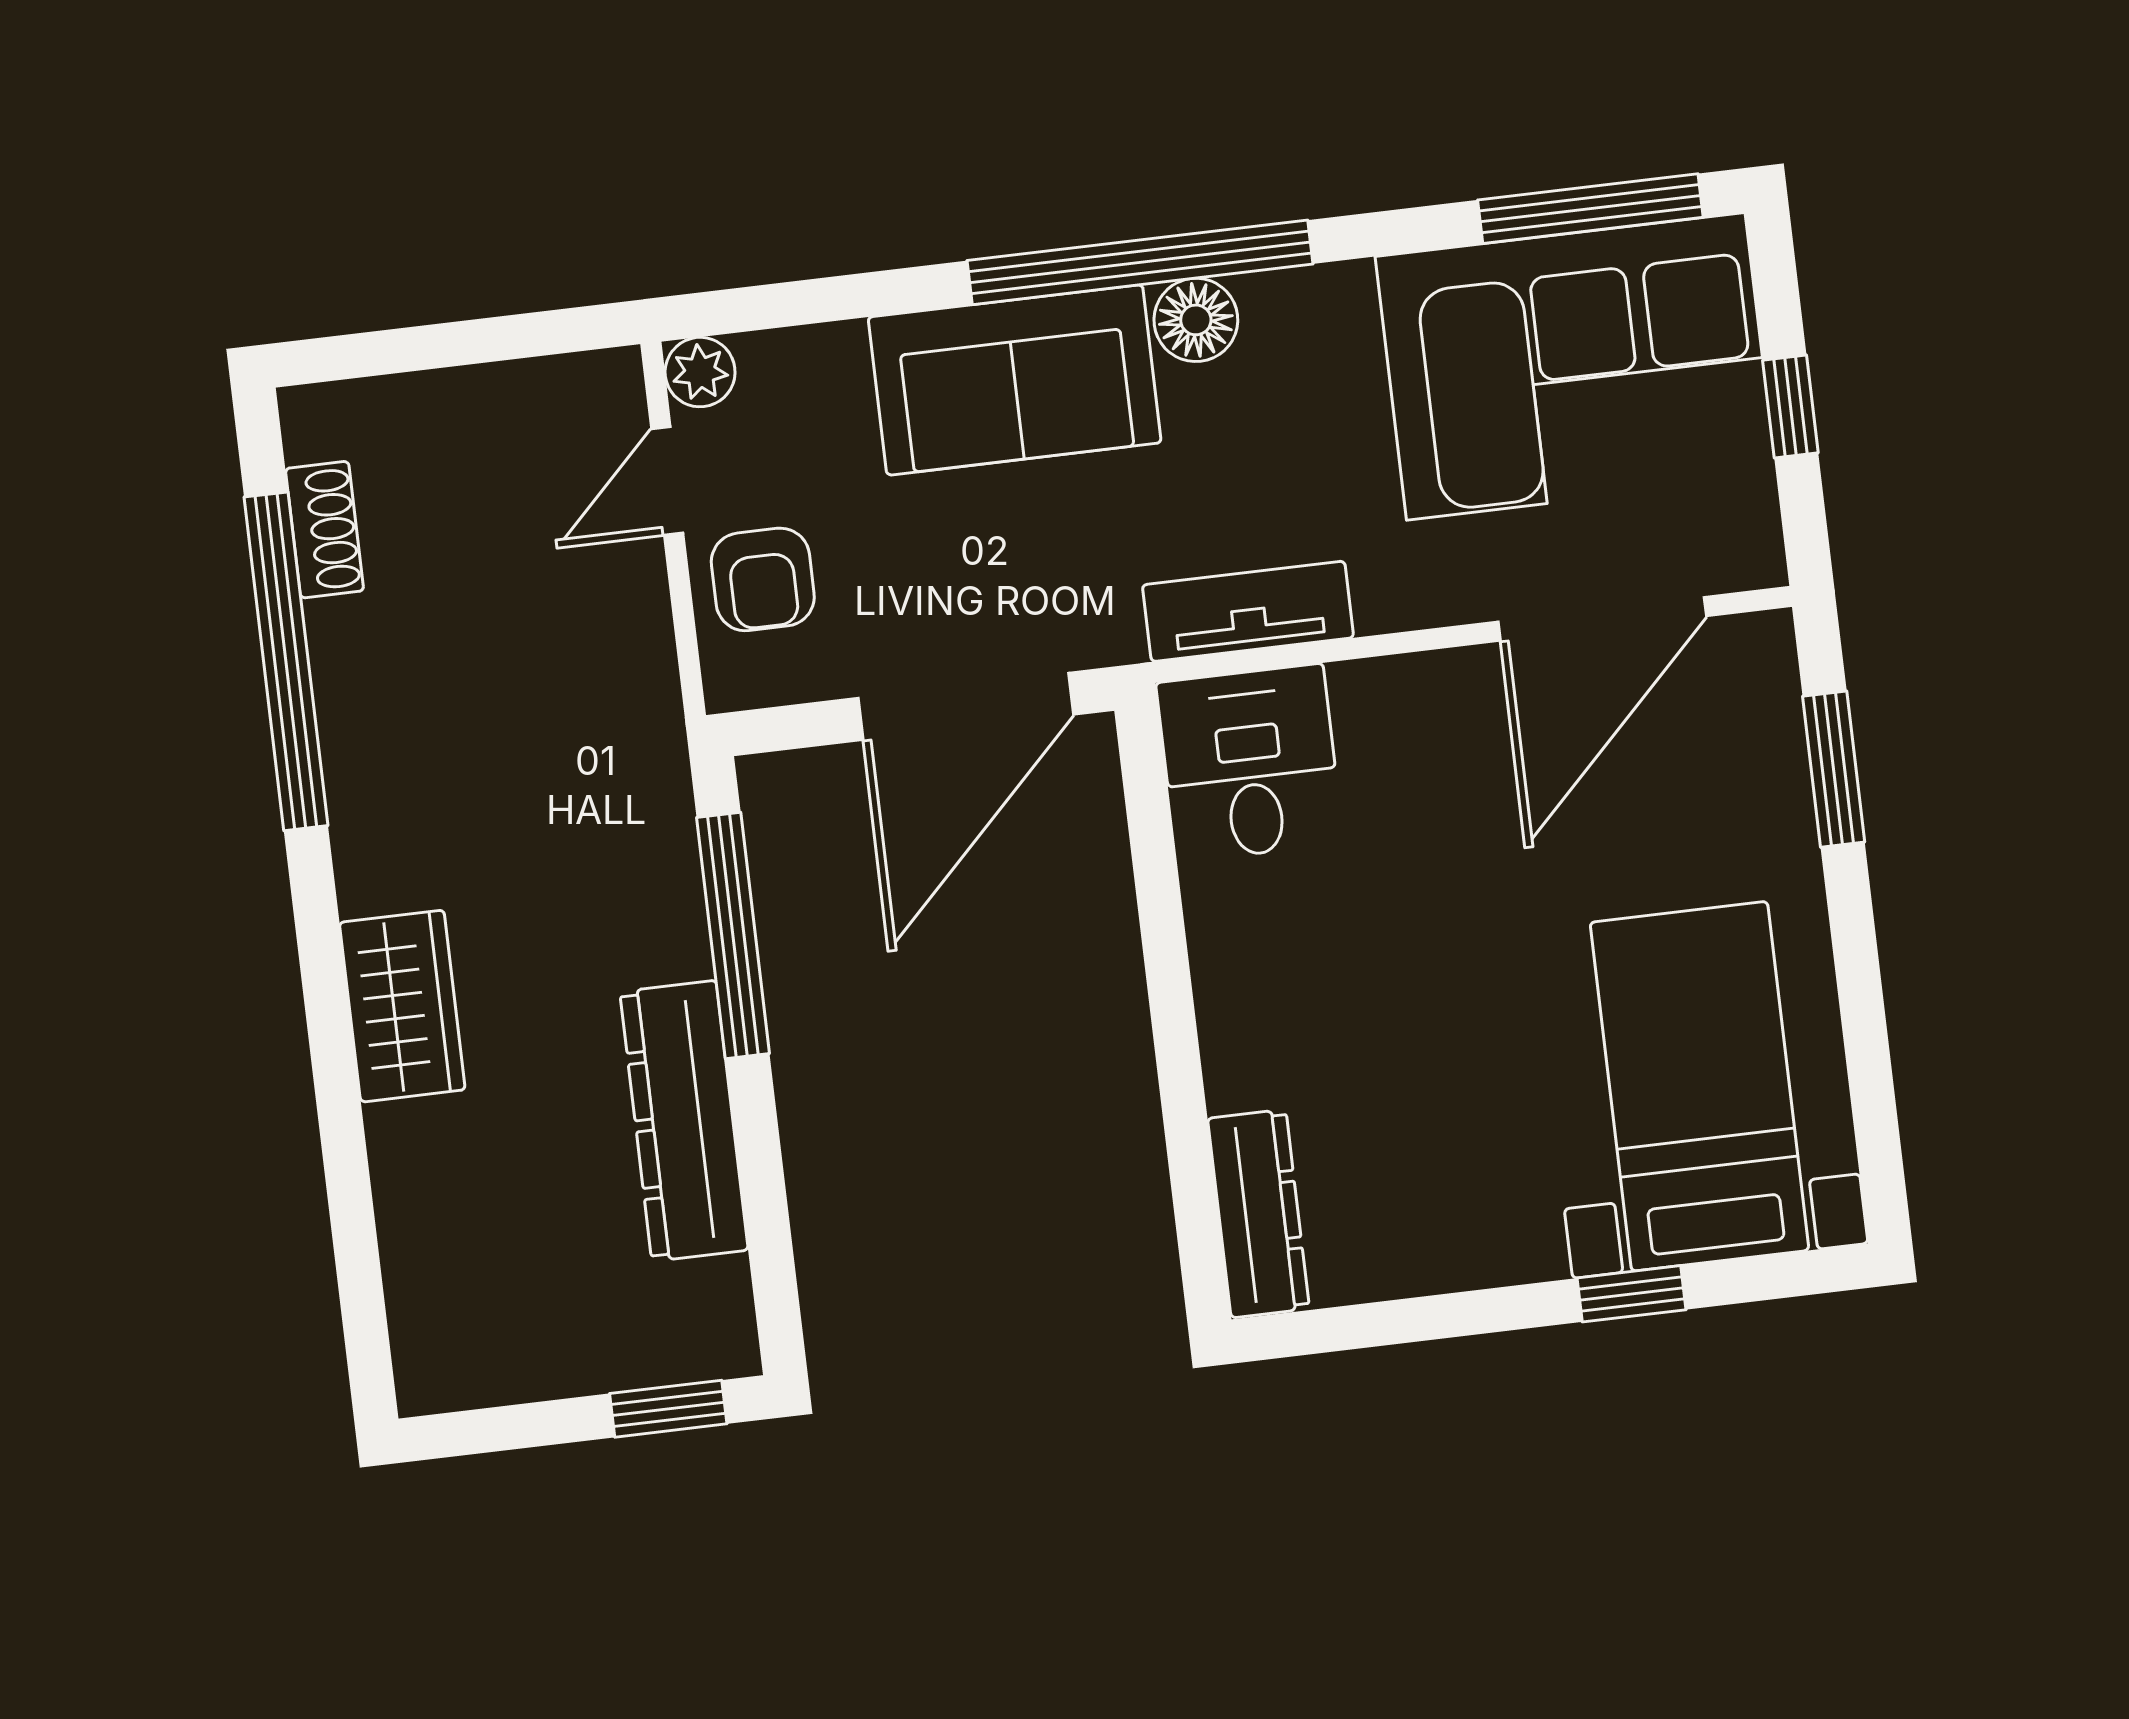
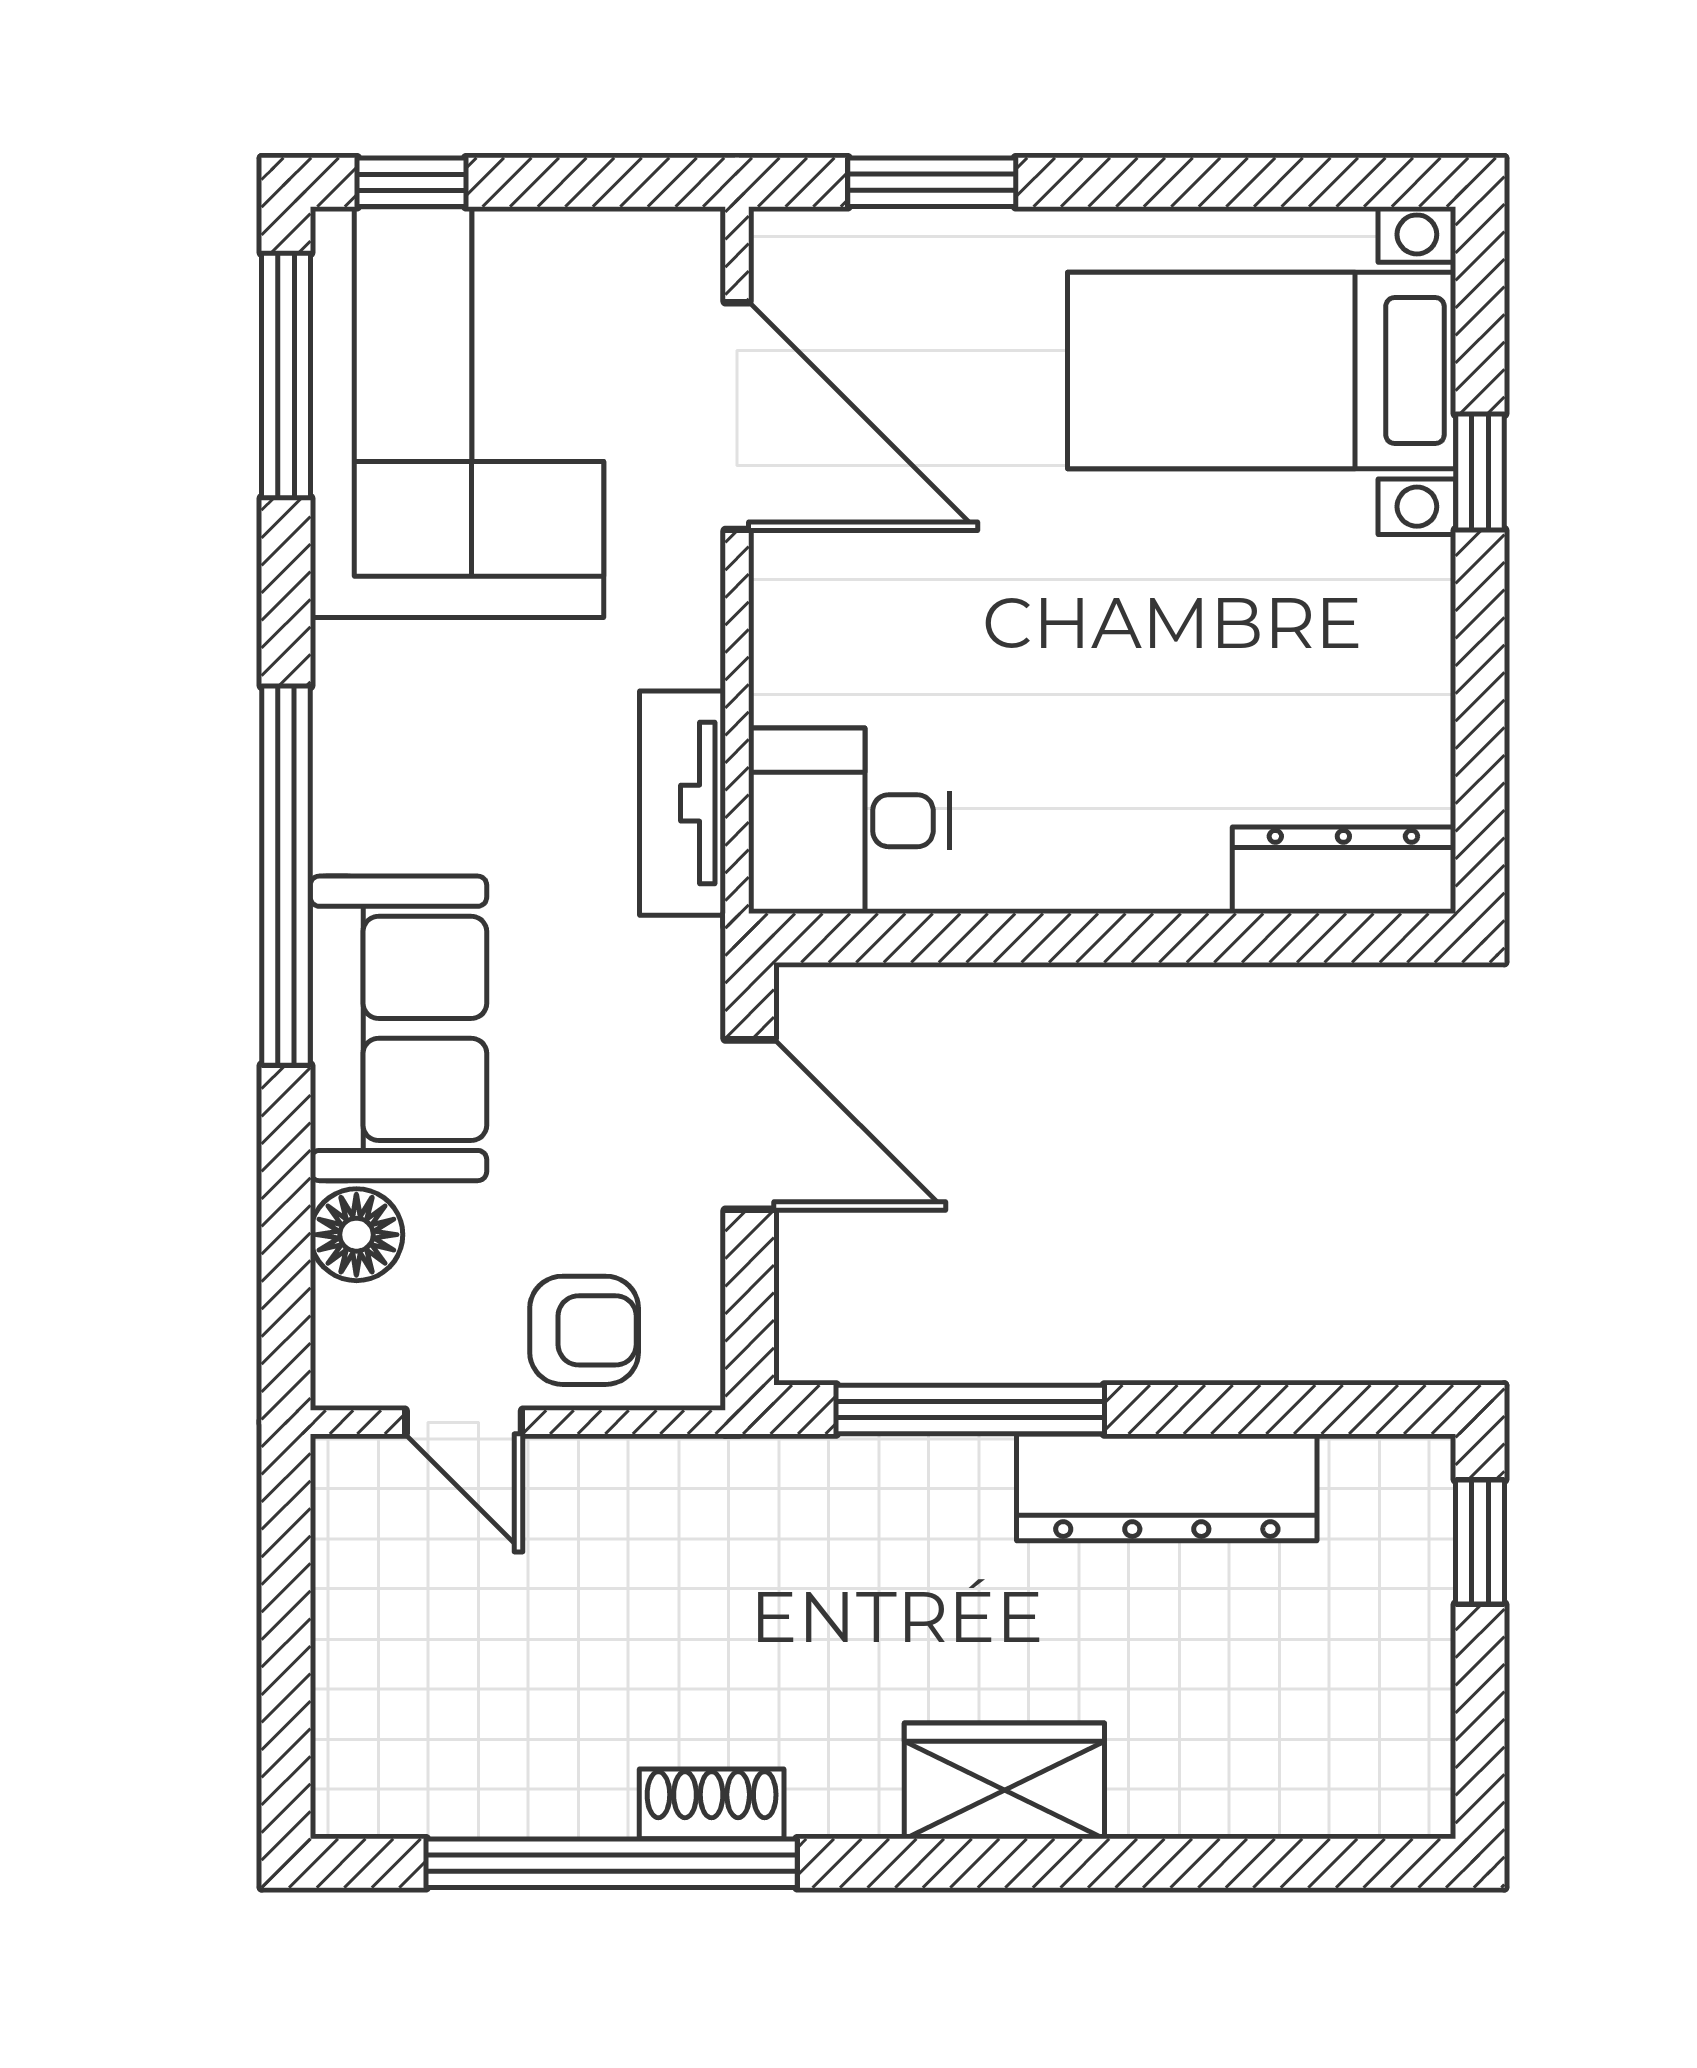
floor lamp: (1196, 320) -> (356, 1235), moved
plant: (700, 372) -> (349, 1372), removed
window: (1790, 406) -> (411, 182), moved
shoe rack: (324, 530) -> (712, 1804), moved
door: (966, 706) -> (750, 1125), width x0.73

